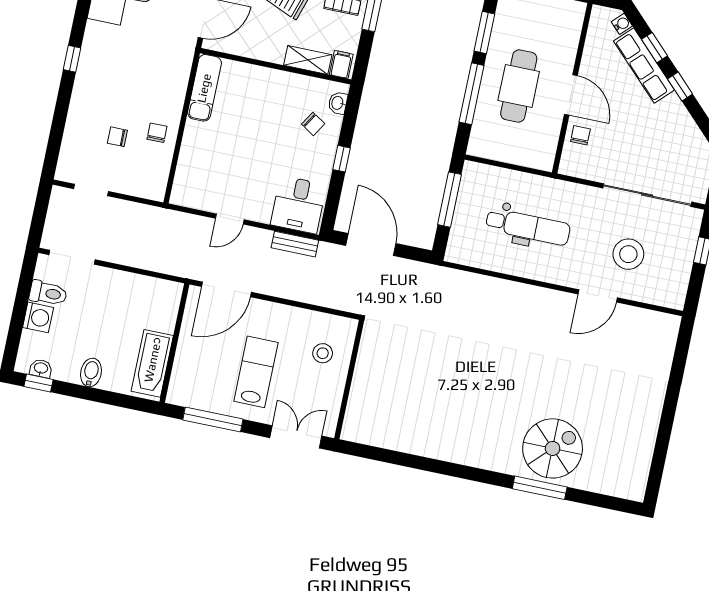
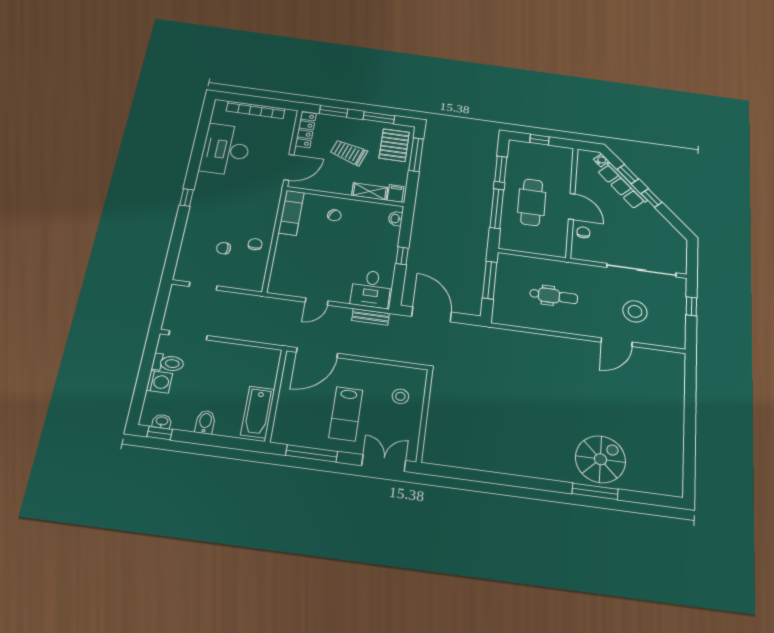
chair: (313, 124) -> (334, 215), moved
dental chair: (528, 227) -> (554, 296), width x0.73, depth x0.72
lab bench: (256, 372) -> (346, 414), turned 180

